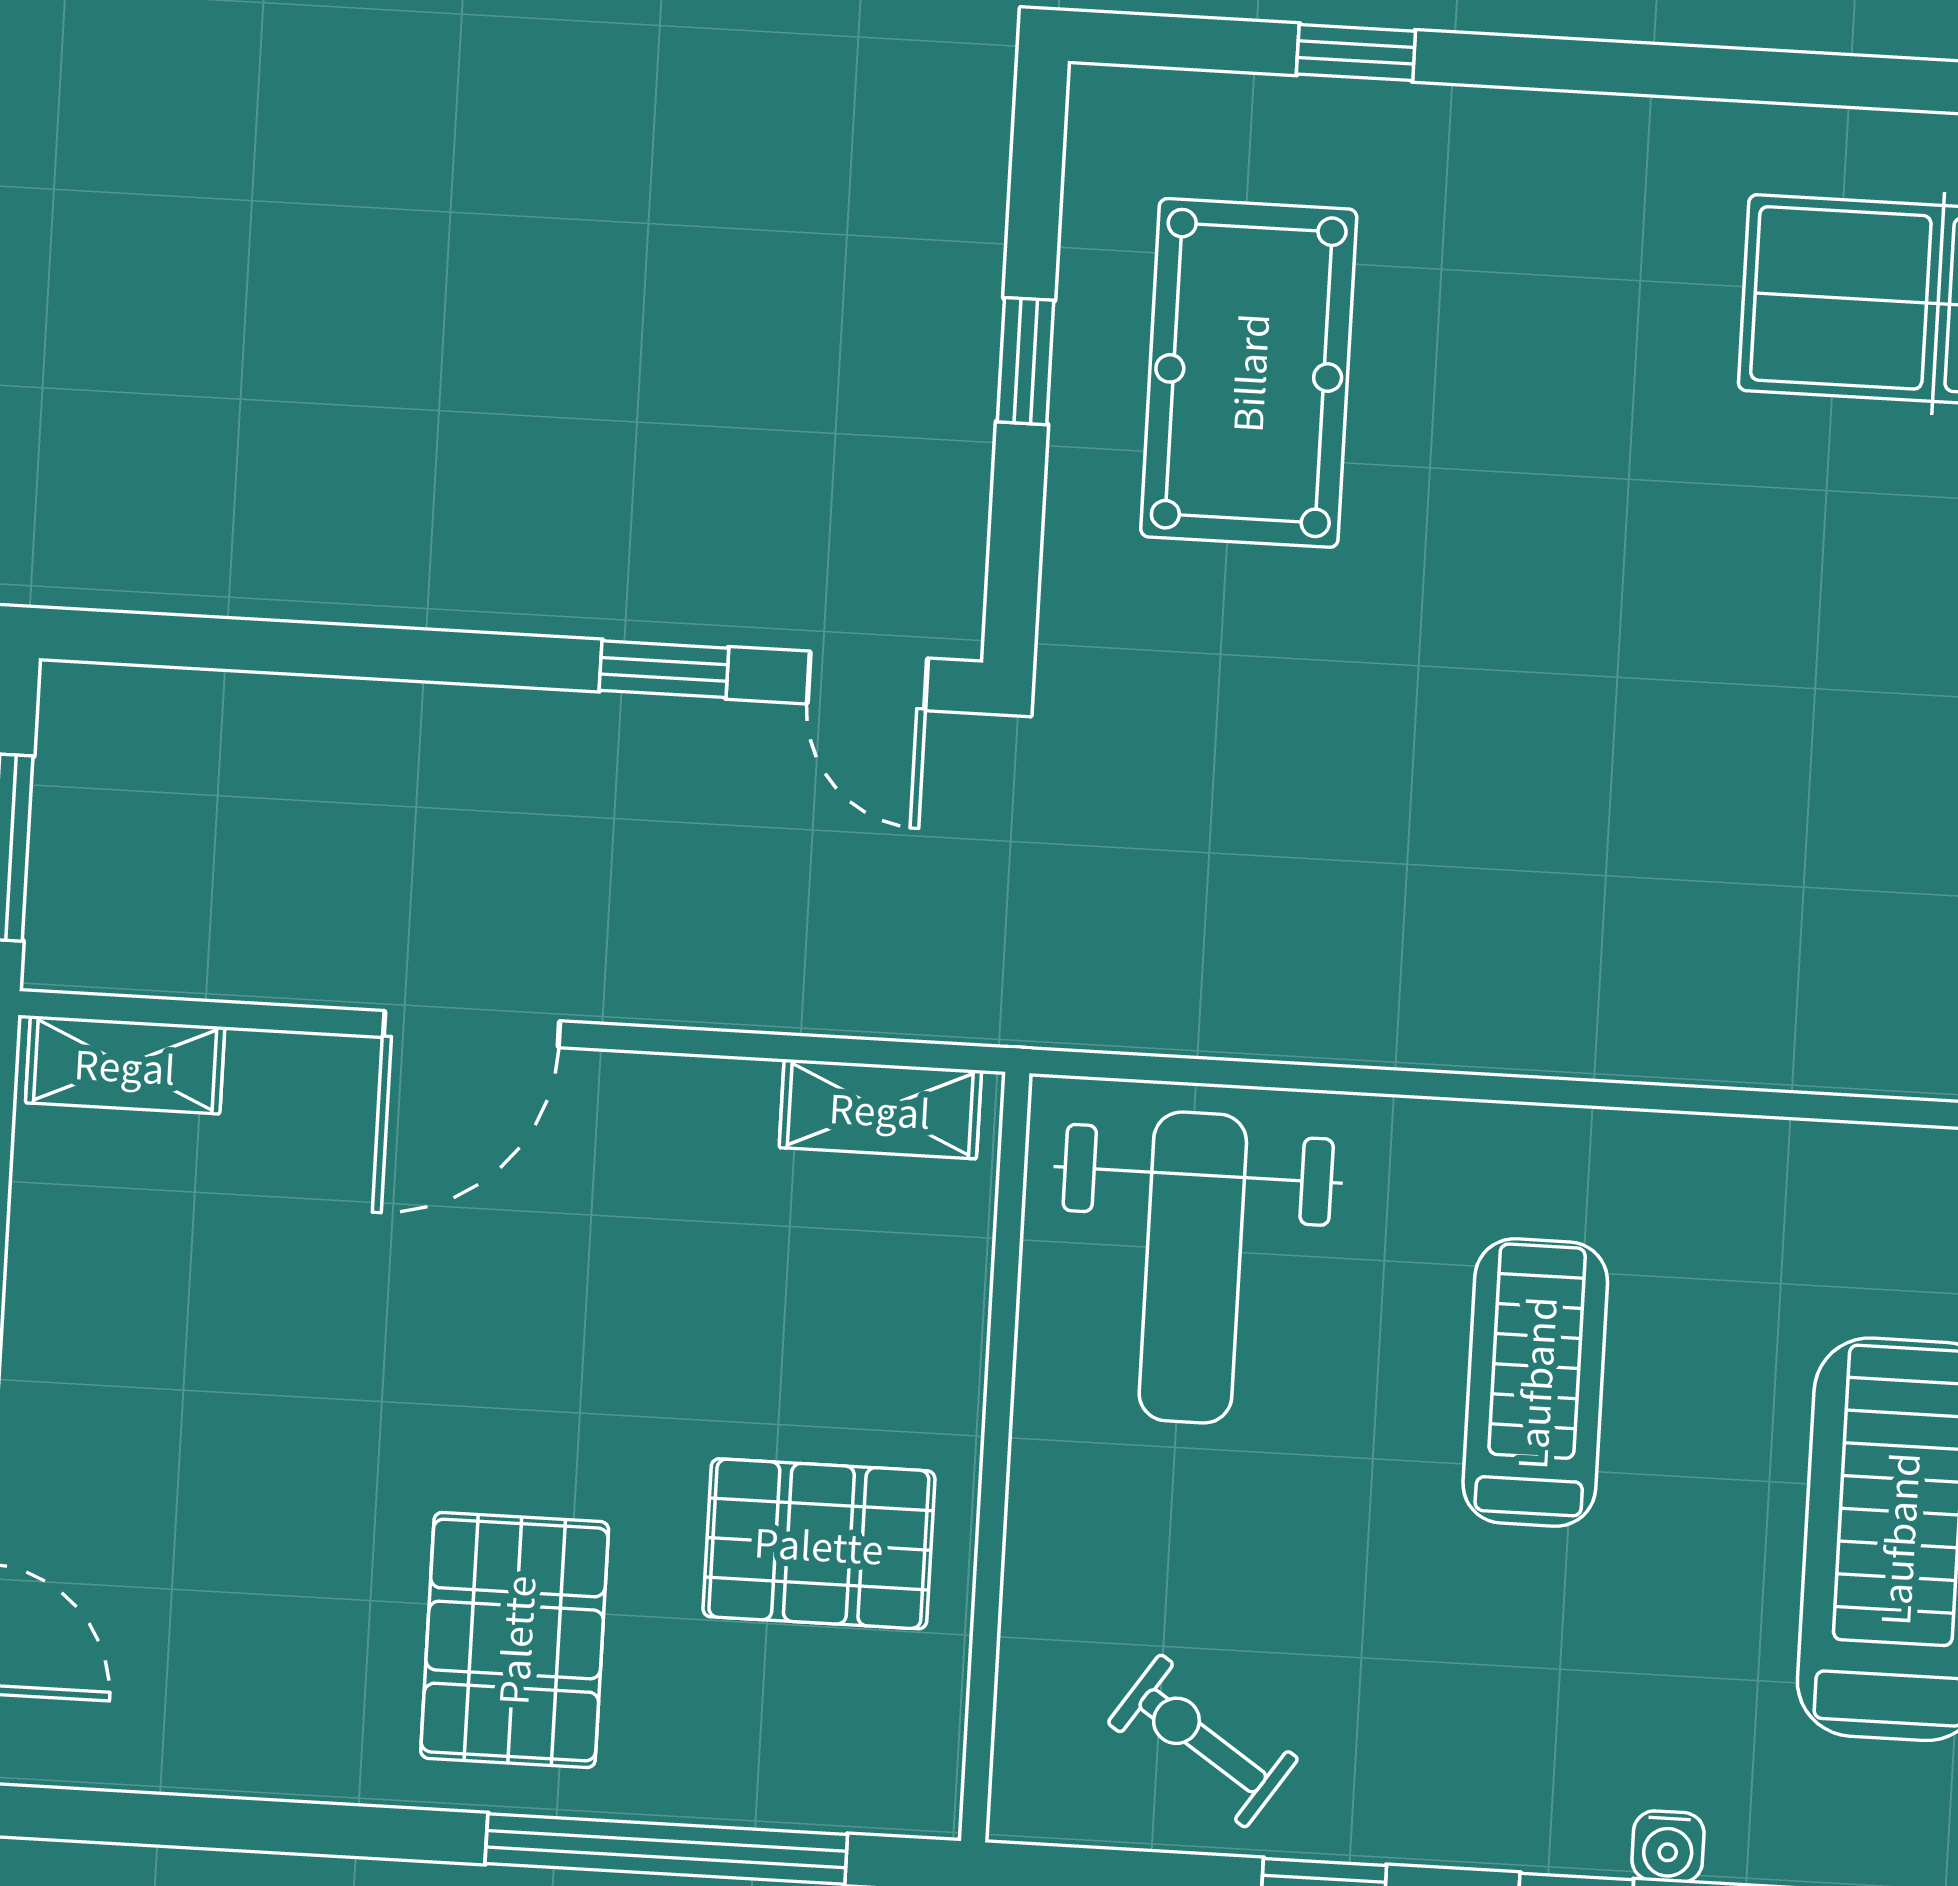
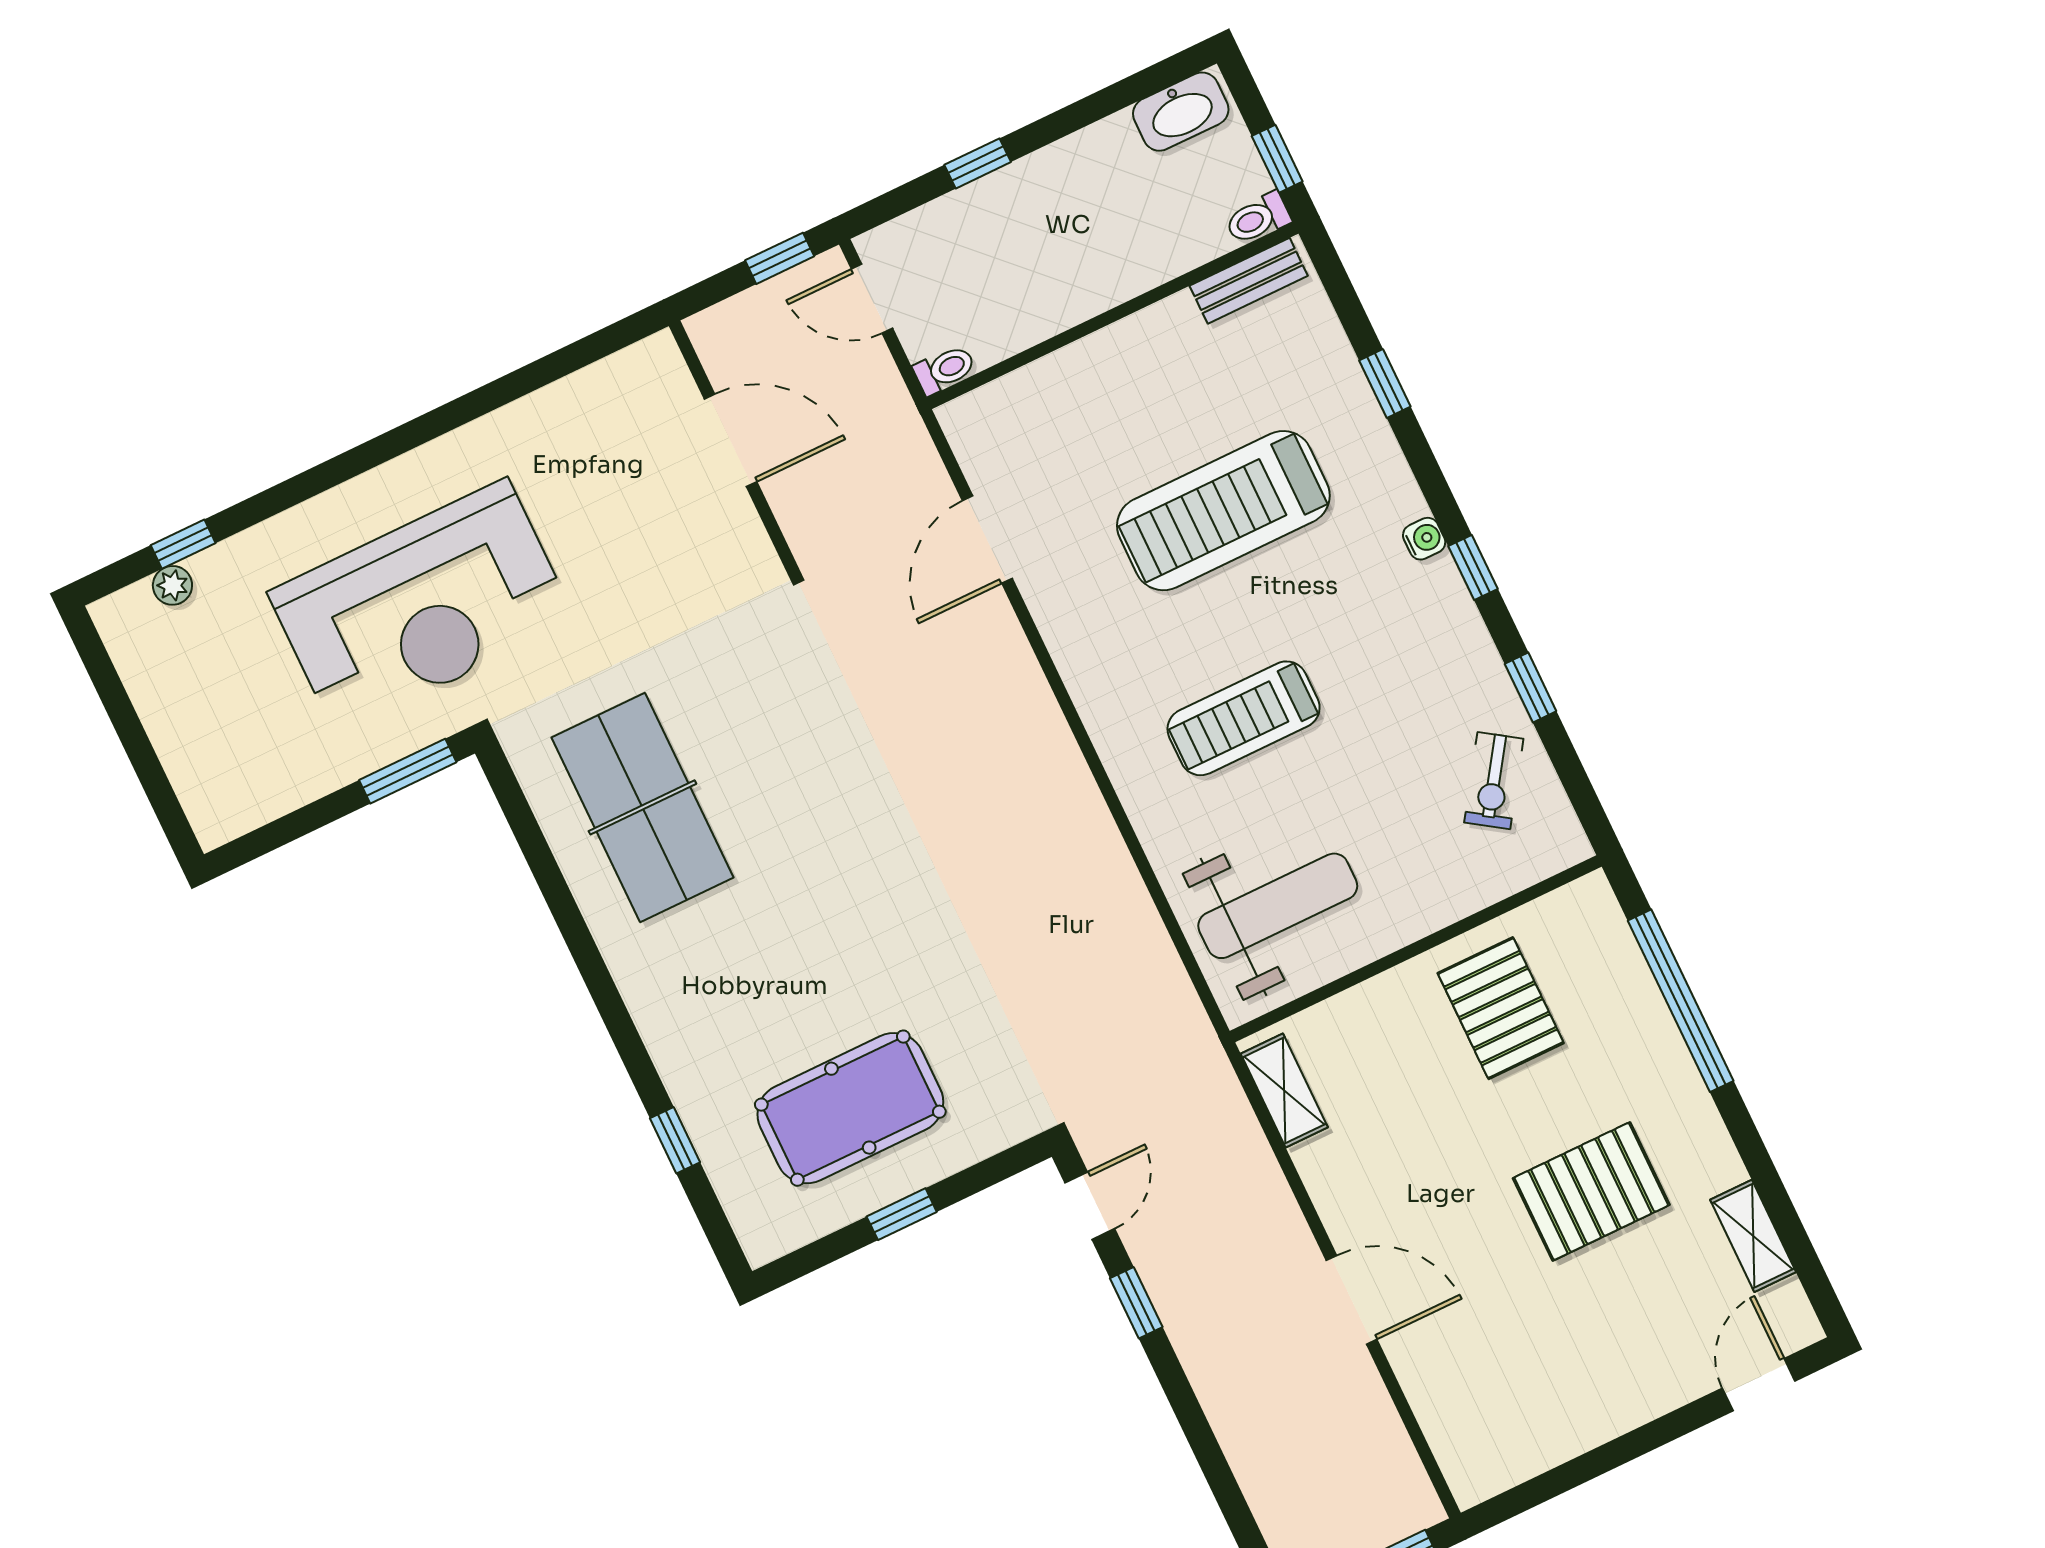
shelving: (125, 1065) -> (1753, 1236), moved
pallet: (515, 1640) -> (1591, 1191), moved

